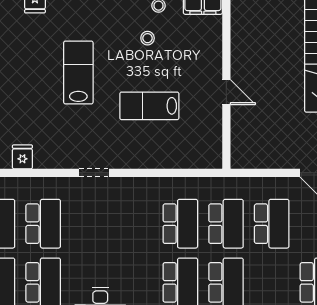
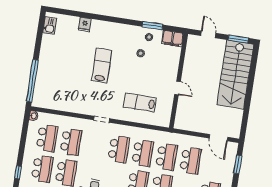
lab bench: (149, 106) -> (140, 103), moved
fridge: (22, 157) -> (65, 105), removed
school desk: (135, 224) -> (119, 149), added

